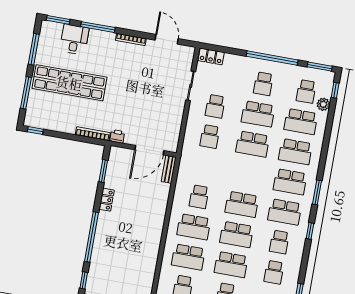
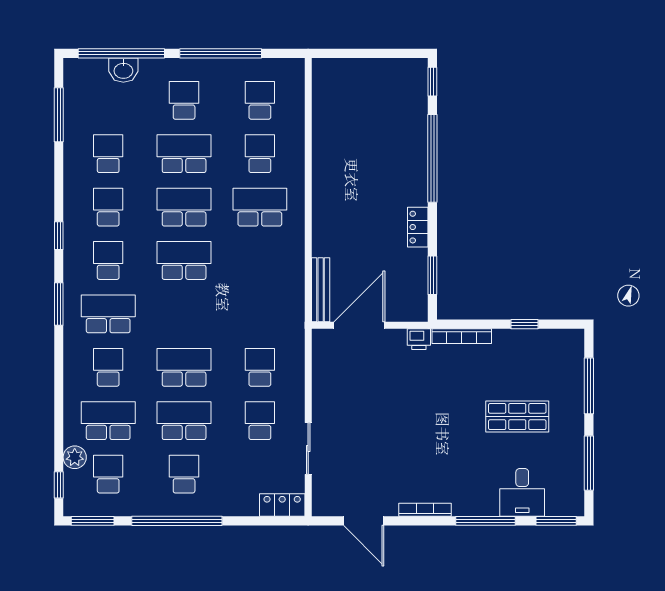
shop shelf: (69, 83) -> (517, 417), width x0.50, depth x0.74
window: (35, 130) -> (525, 324), moved
school desk: (295, 152) -> (108, 367), width x0.54
bench: (169, 169) -> (321, 290), width x1.36
school desk: (199, 197) -> (260, 260), removed
school desk: (285, 212) -> (108, 260), width x0.54
school desk: (188, 257) -> (260, 154), width x0.54

